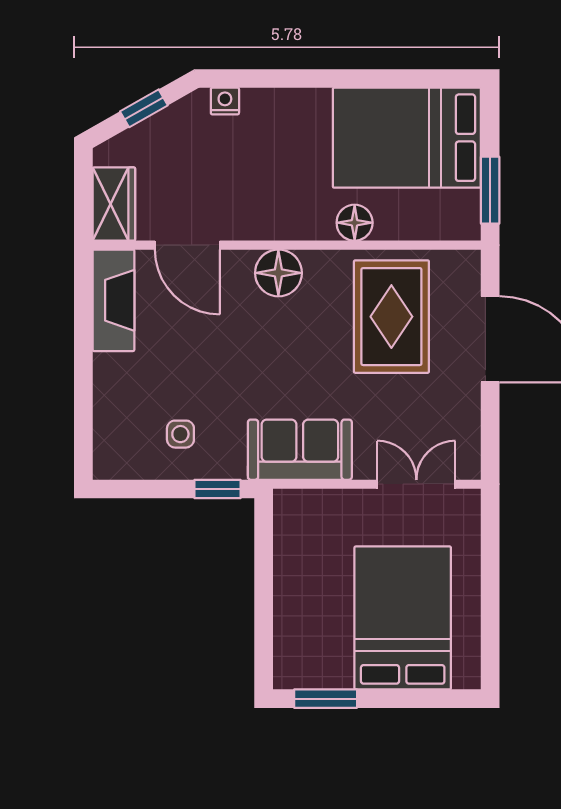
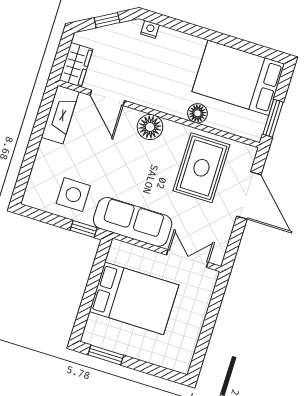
side table: (180, 434) -> (73, 195), width x1.87, depth x1.87
sofa: (300, 450) -> (133, 222), width x1.36
bed: (403, 618) -> (134, 298), moved, turned 90

